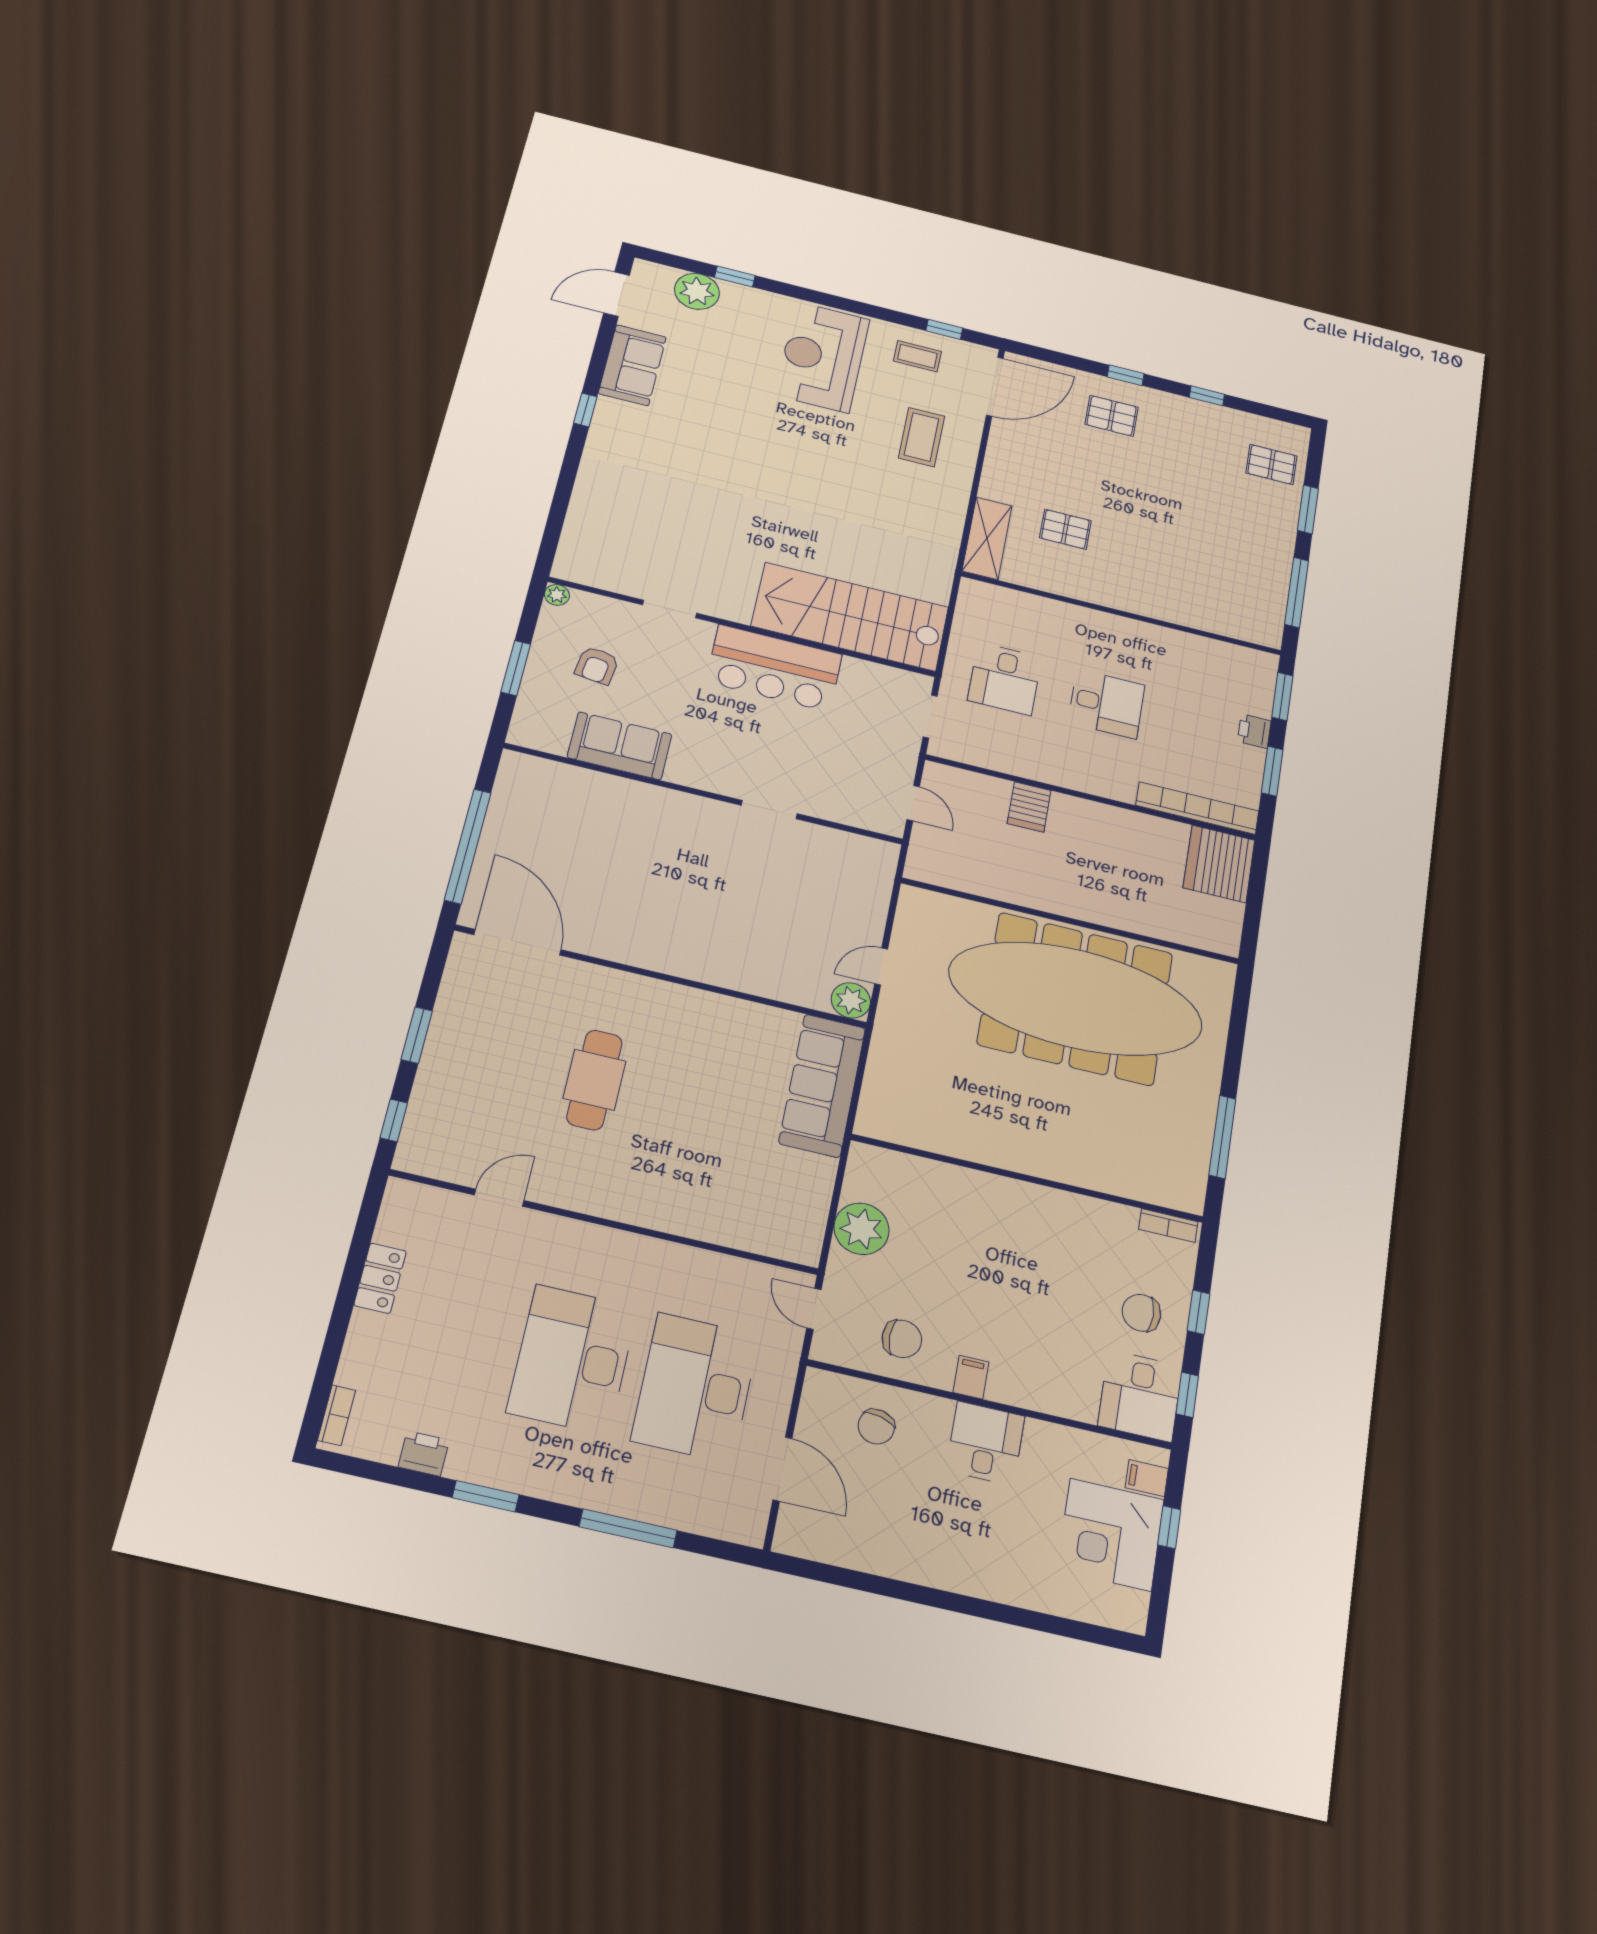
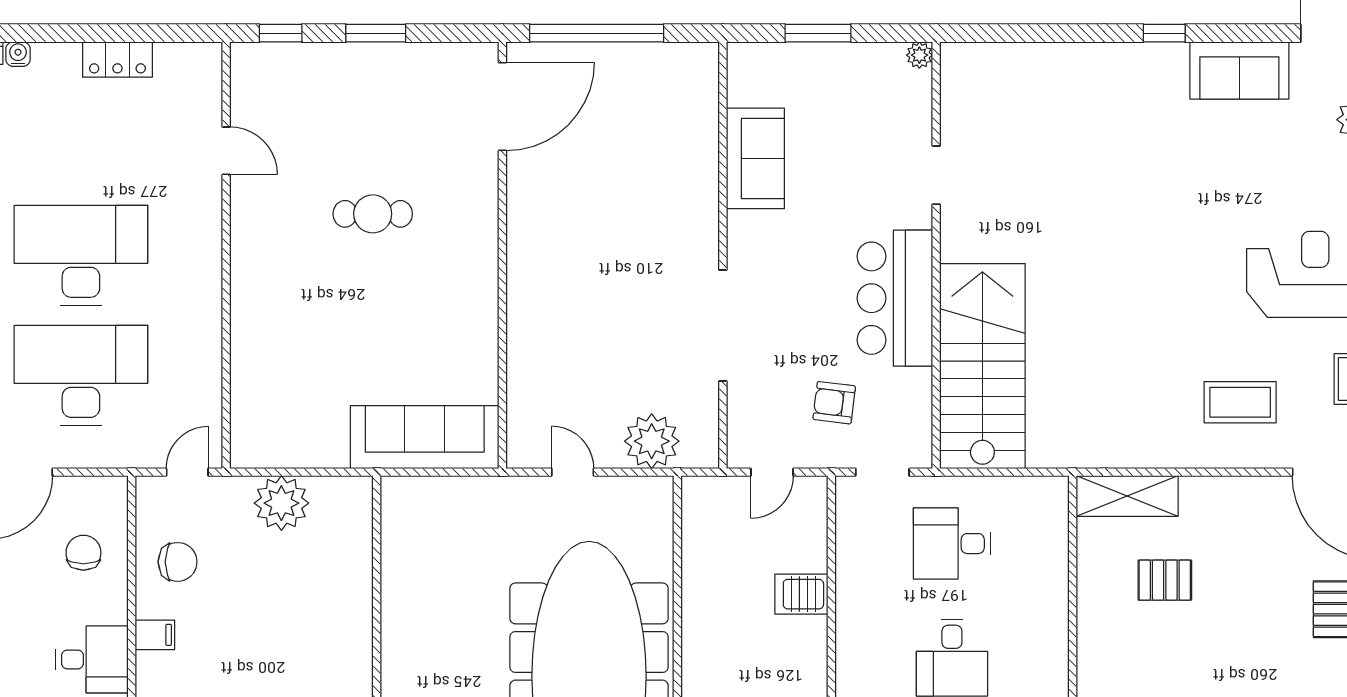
pallet: (1065, 529) -> (1165, 580), turned 90
armchair: (597, 665) -> (834, 403), moved
doorway: (769, 810) -> (723, 326), width x1.87
plant: (851, 1000) -> (652, 441), moved, width x1.36, depth x1.36
cafe table: (594, 1080) -> (373, 214), width x0.73, depth x0.74
chair: (902, 1339) -> (178, 562), turned -90
water cooler: (349, 1373) -> (18, 54), added
chair: (876, 1427) -> (83, 553), turned 76

